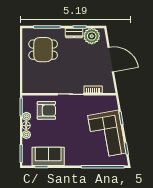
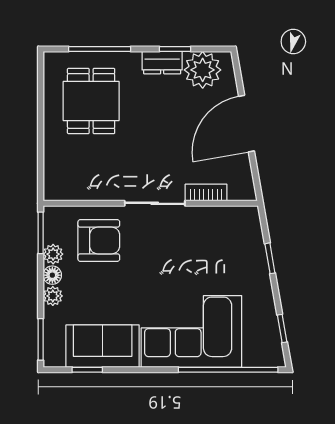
dining table: (43, 50) -> (91, 101), turned 90
door: (111, 59) -> (246, 124), swing flipped
corner sofa: (107, 134) -> (191, 331), moved, turned 100

